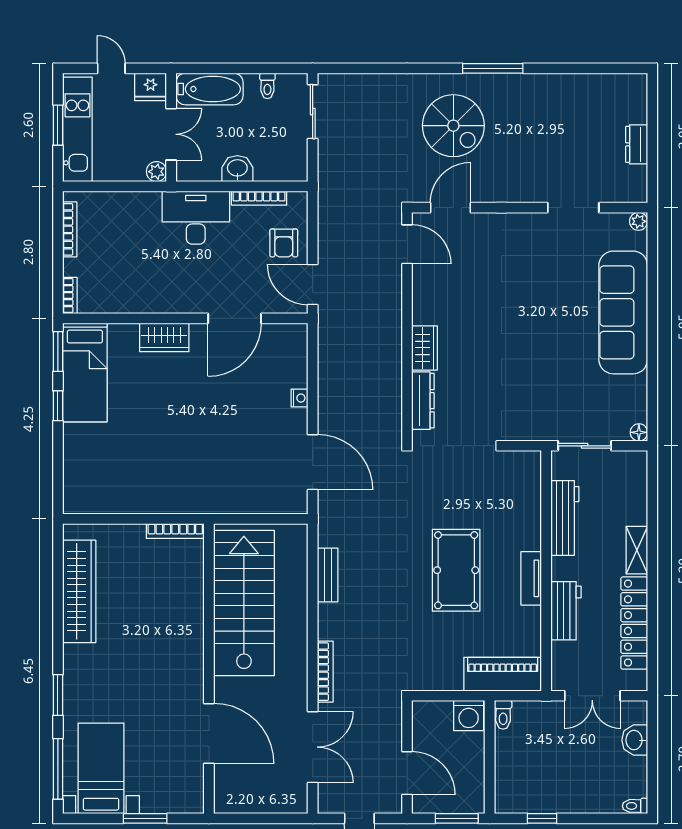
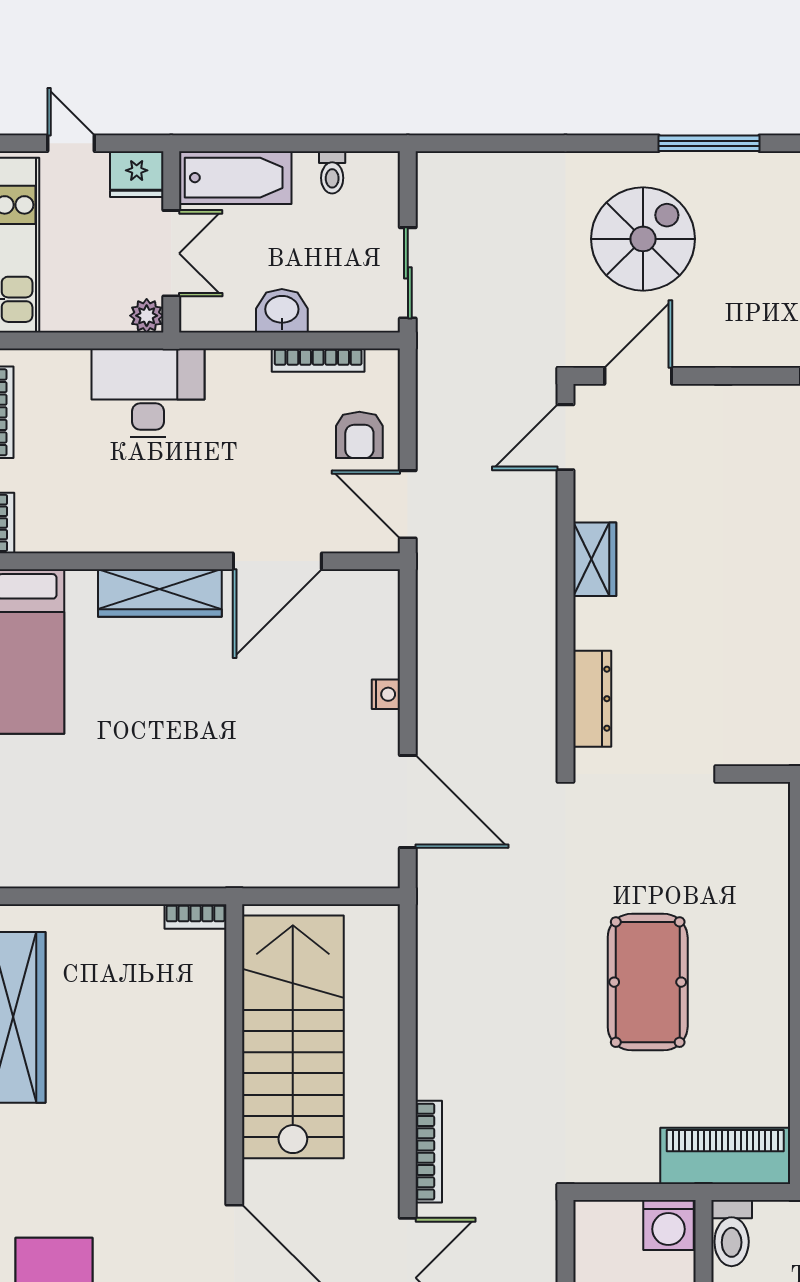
sliding door: (313, 112) -> (408, 273), moved
spiral stairs: (453, 126) -> (643, 239), turned -90
desk: (196, 218) -> (148, 393), moved
door: (407, 244) -> (566, 437), swing flipped
wardrobe: (164, 337) -> (160, 593), width x1.50
wardrobe: (425, 348) -> (595, 559), moved
bookcase: (175, 531) -> (196, 917), width x0.64
bench: (328, 575) -> (433, 990), removed
tv unit: (531, 578) -> (773, 996), removed
toilet: (503, 715) -> (732, 1233), width x1.37, depth x1.39

